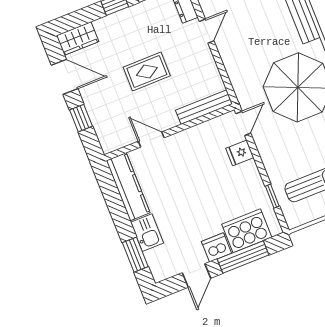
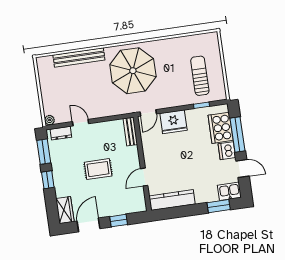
rug: (147, 71) -> (98, 169), turned 90
bench: (204, 107) -> (130, 132), width x0.73
door: (243, 123) -> (148, 113), swing flipped
fridge: (240, 153) -> (173, 122), width x1.88, depth x1.34
kitchen sink: (147, 233) -> (229, 191), moved

